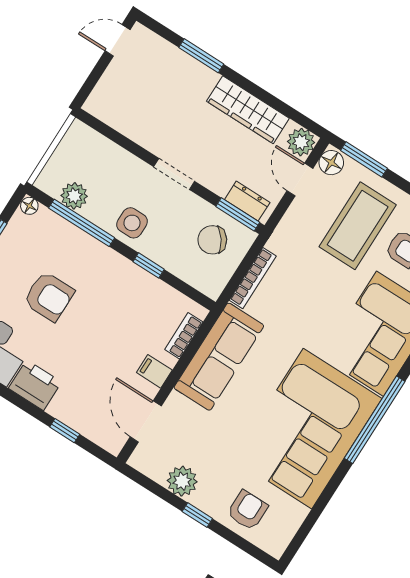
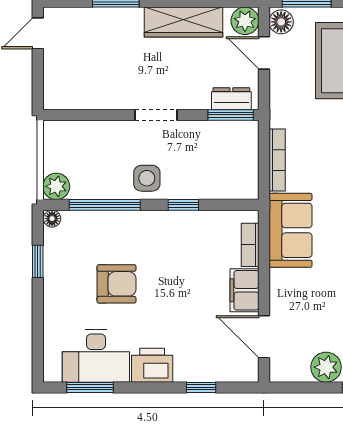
plant: (74, 196) -> (56, 186), moved
chair: (212, 240) -> (223, 150), removed
sofa: (219, 357) -> (291, 230), width x0.73
filing cabinet: (154, 371) -> (244, 290), width x2.00

